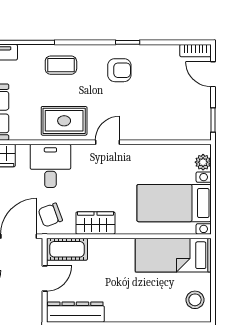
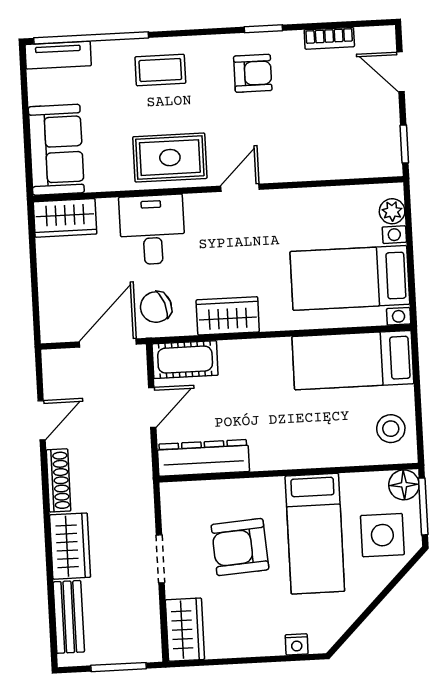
bookcase: (195, 51) -> (329, 38), moved

